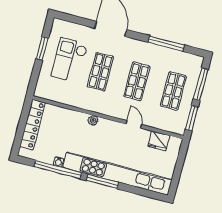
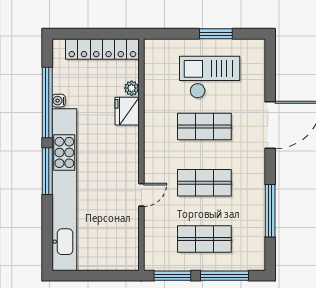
plant: (93, 120) -> (132, 88), moved
fridge: (159, 141) -> (127, 111), moved

